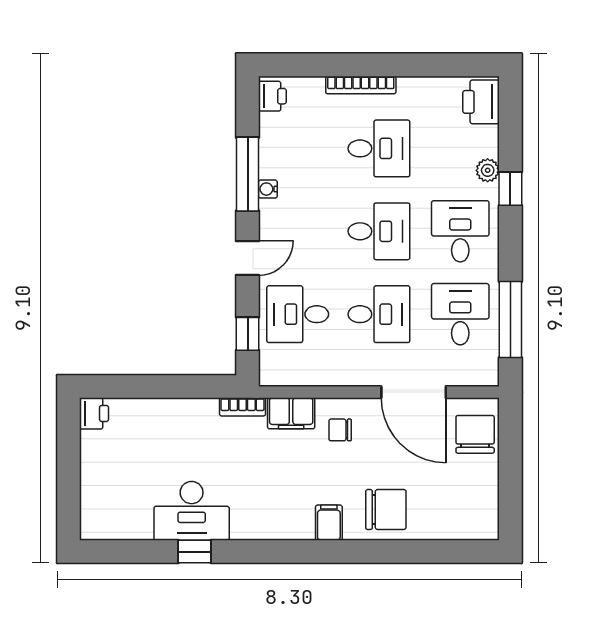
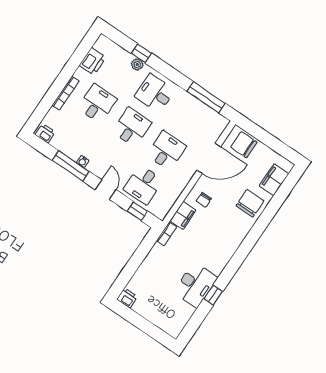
printer: (481, 102) -> (93, 61), moved, turned -90
window: (510, 189) -> (141, 53), moved
desk: (460, 314) -> (190, 117), removed
filing cabinet: (329, 523) -> (274, 180), moved, width x2.00

